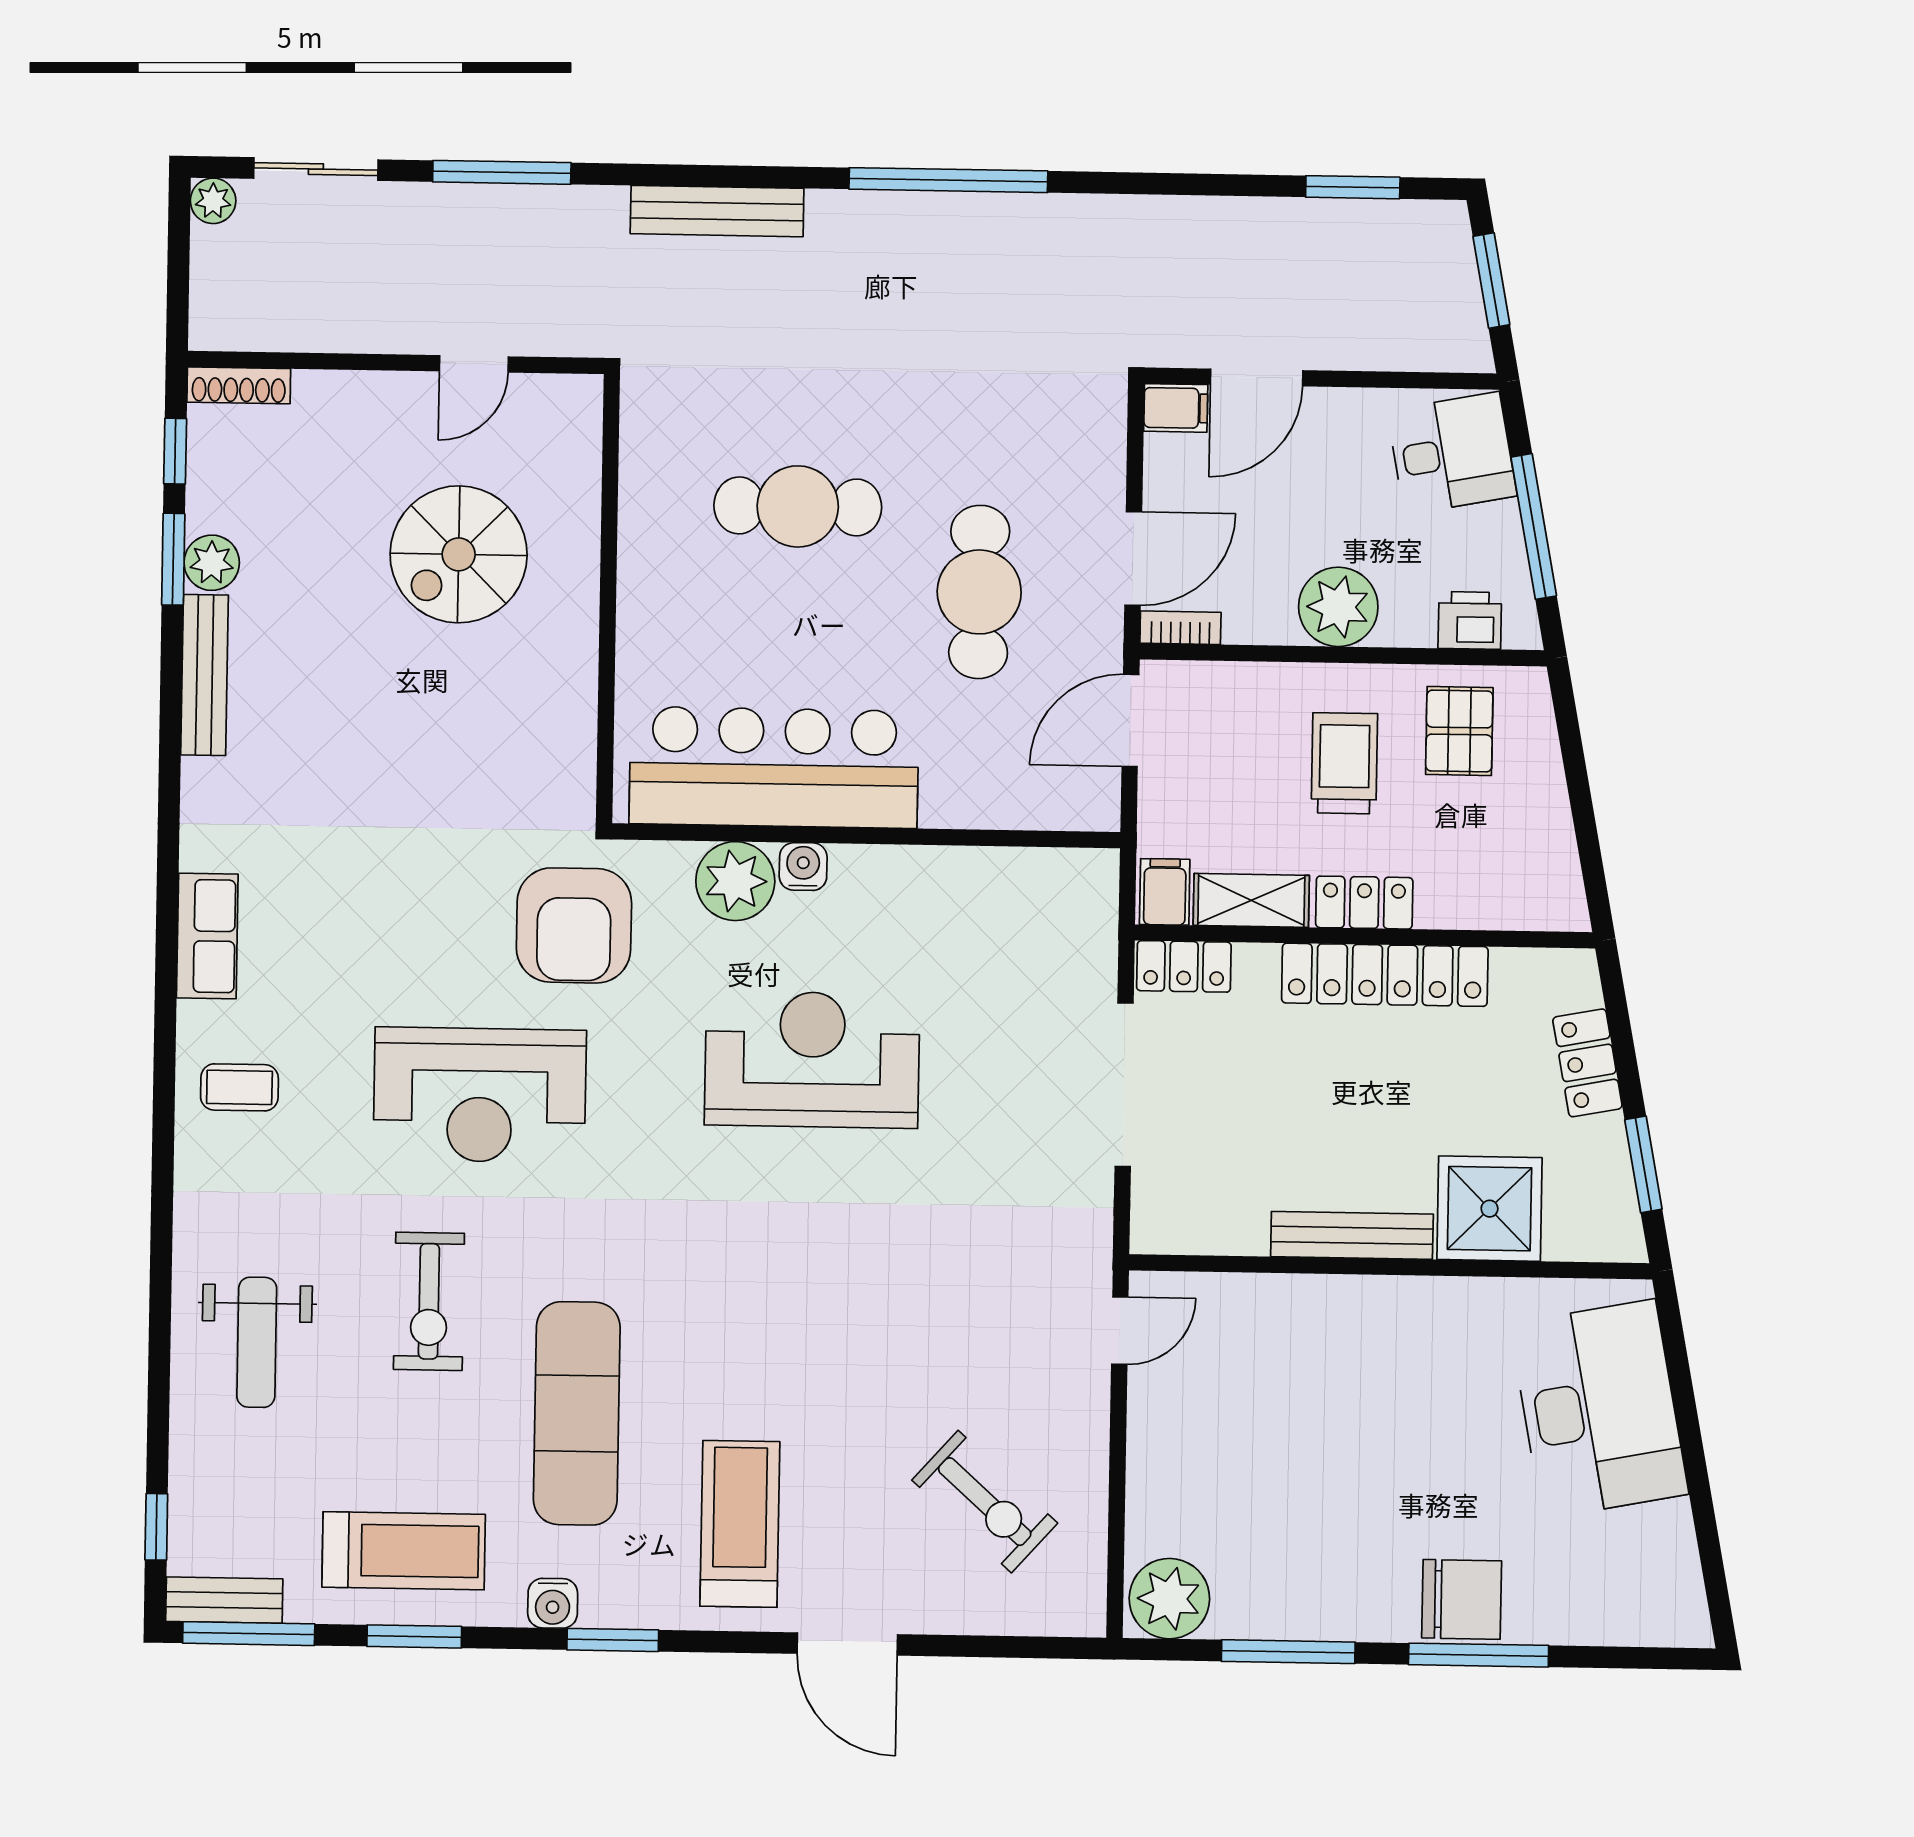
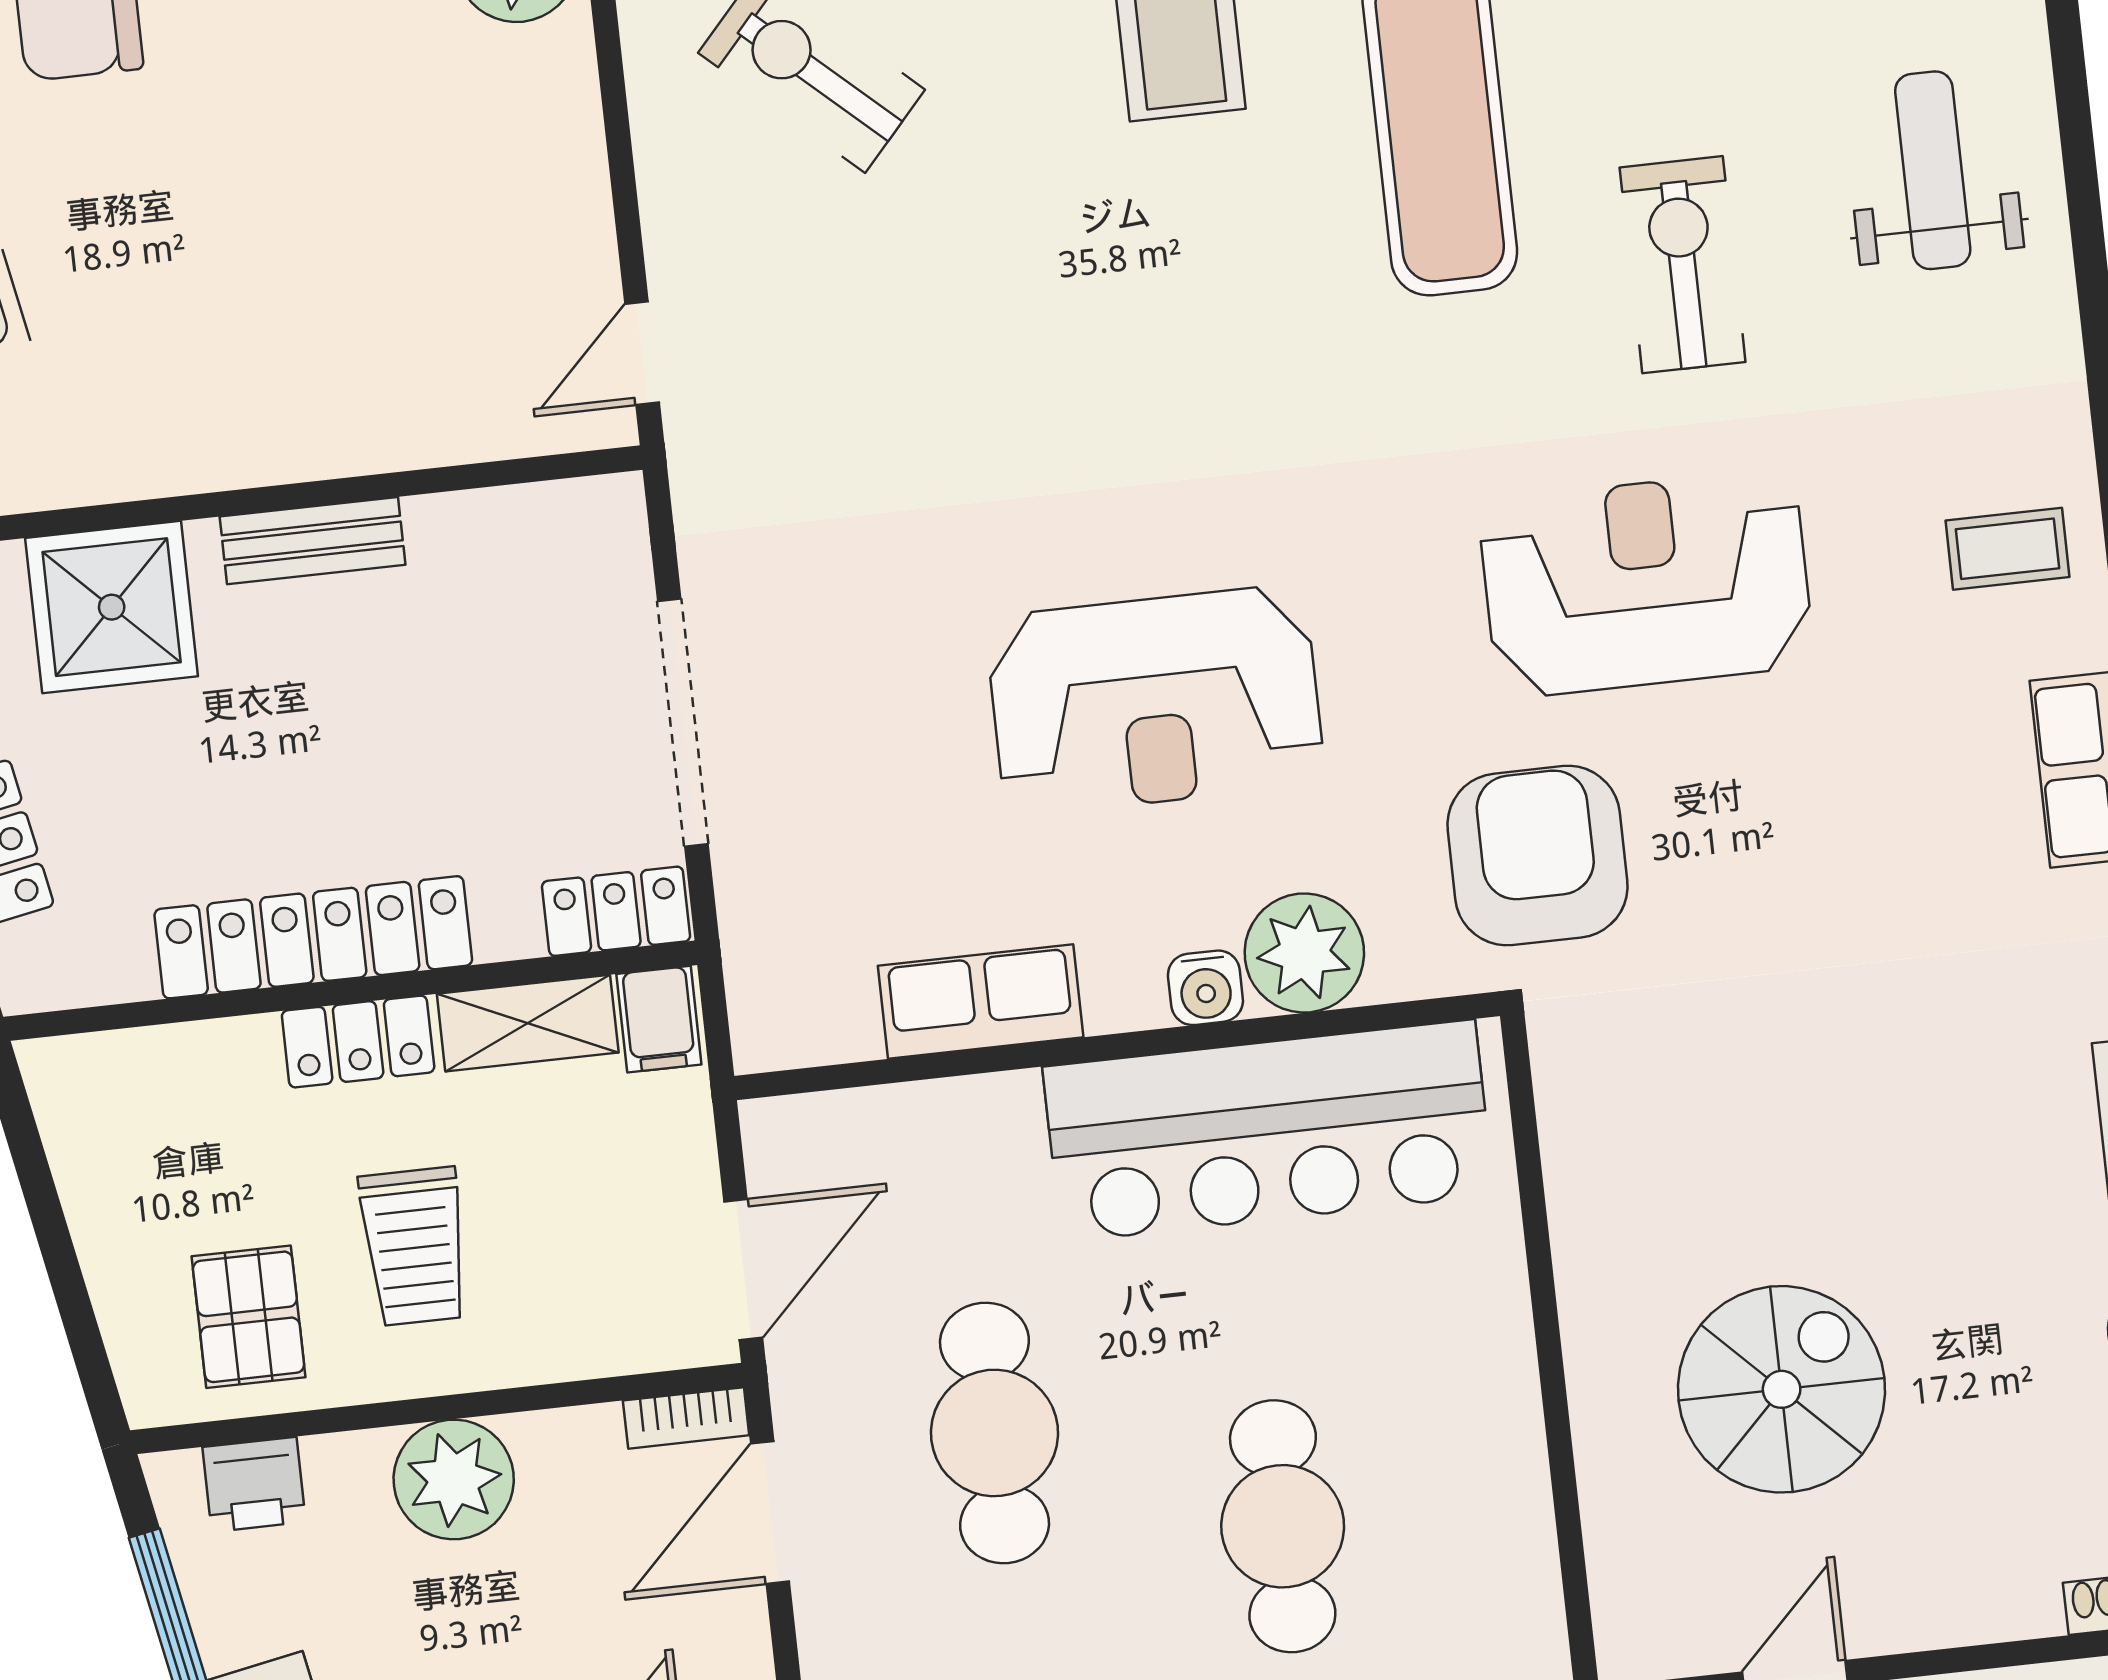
cafe table: (798, 506) -> (1283, 1526), turned 90
row of seats: (952, 876) -> (981, 1001), added
bench: (1352, 1235) -> (313, 541), width x0.73

